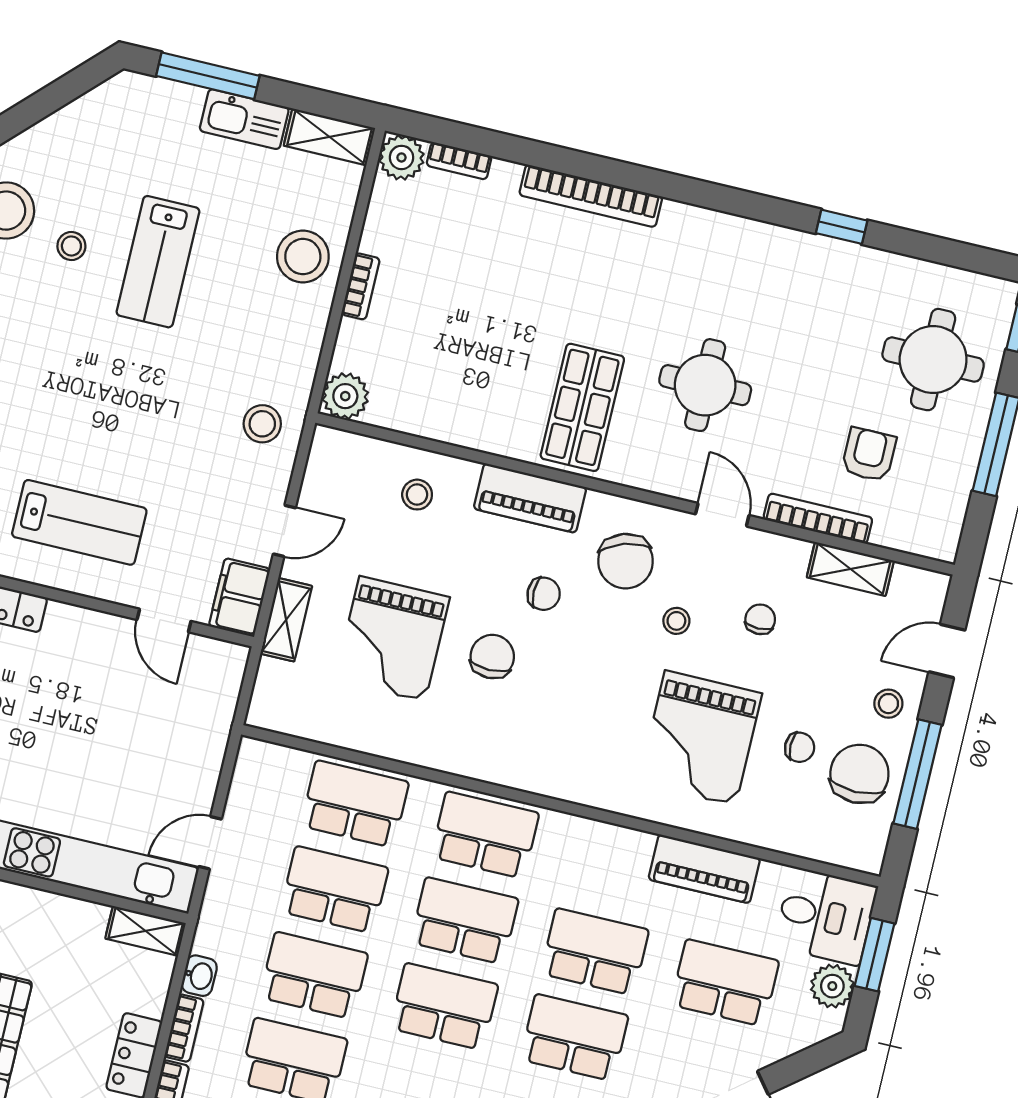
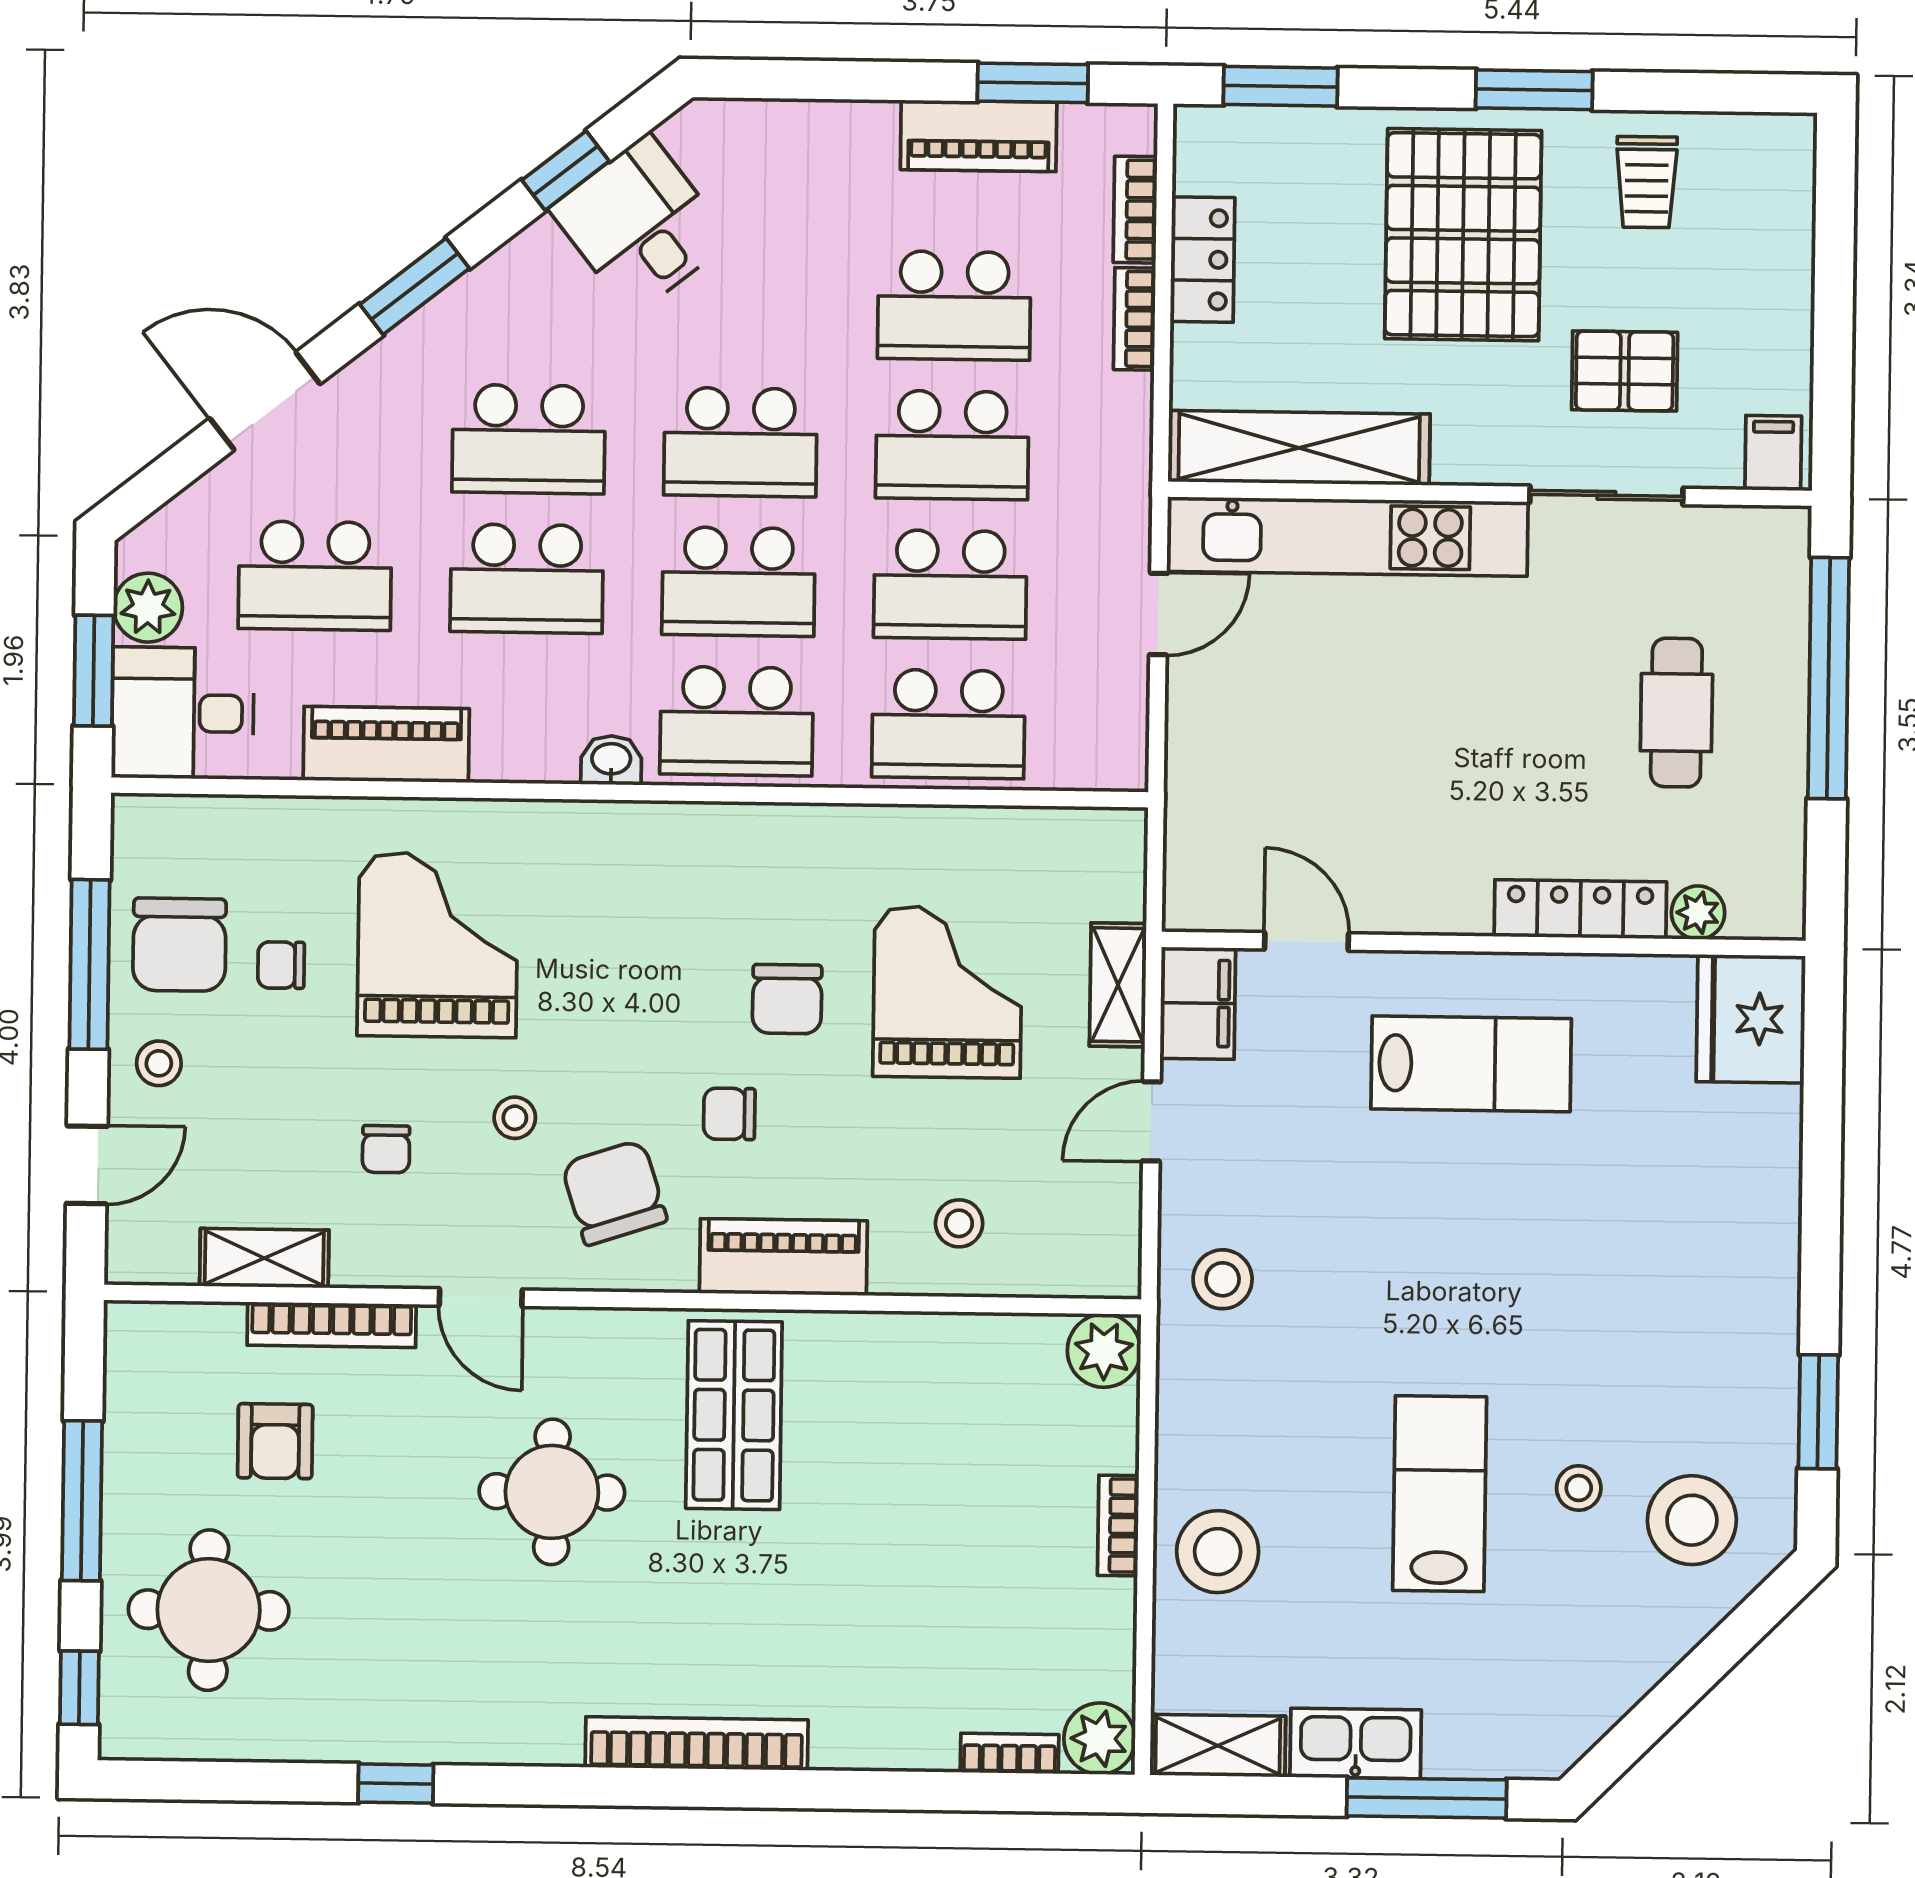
bookcase: (591, 196) -> (697, 1743), moved
lab bench: (79, 522) -> (1471, 1064), turned 180
shelving: (146, 931) -> (1299, 448), width x2.20, depth x1.33
washbasin: (199, 976) -> (611, 760), moved, turned 90

